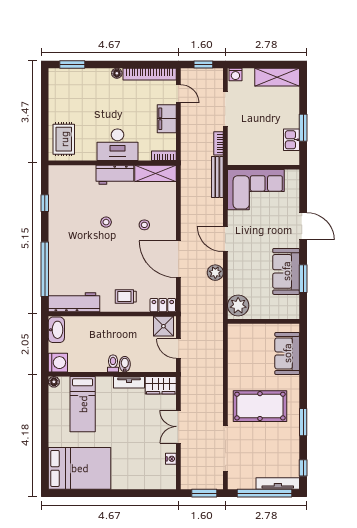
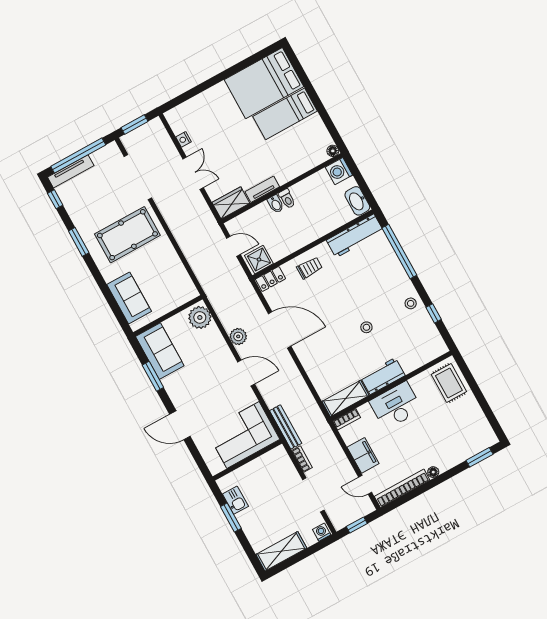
stool: (144, 225) -> (411, 303), moved
sofa: (286, 271) -> (160, 351), moved
bed: (83, 404) -> (285, 114), moved, turned -90

